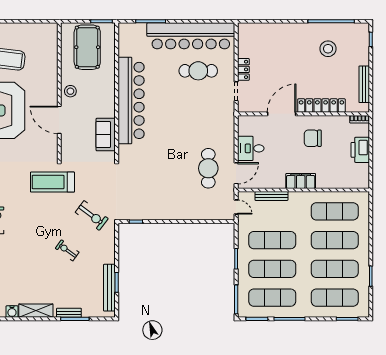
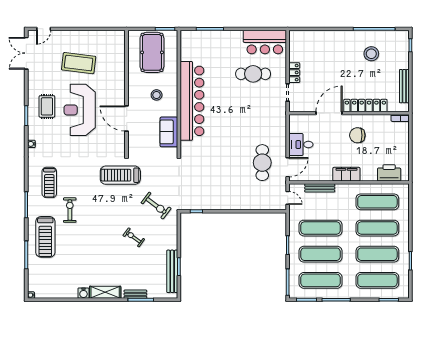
bar counter: (191, 36) -> (265, 42), width x0.54
stool: (70, 91) -> (157, 95), moved
printer: (360, 150) -> (389, 173), moved, turned 90

